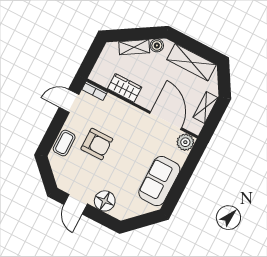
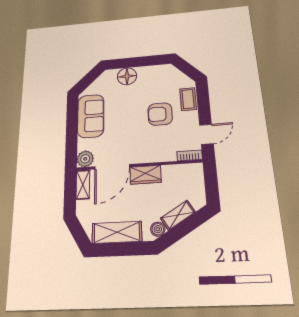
wardrobe: (125, 88) -> (145, 175), moved
shelving: (206, 107) -> (83, 185), moved
door: (166, 121) -> (112, 167), hinge flipped
door: (76, 204) -> (149, 61), removed

